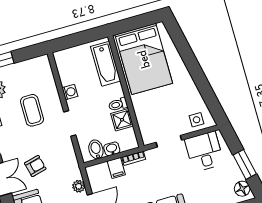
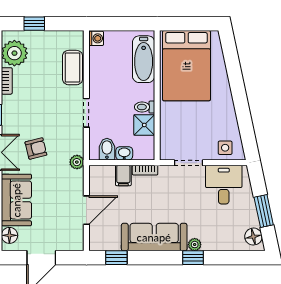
washing machine: (70, 92) -> (96, 38), moved
coffee table: (32, 110) -> (73, 68), moved
plant: (79, 186) -> (77, 162), moved

